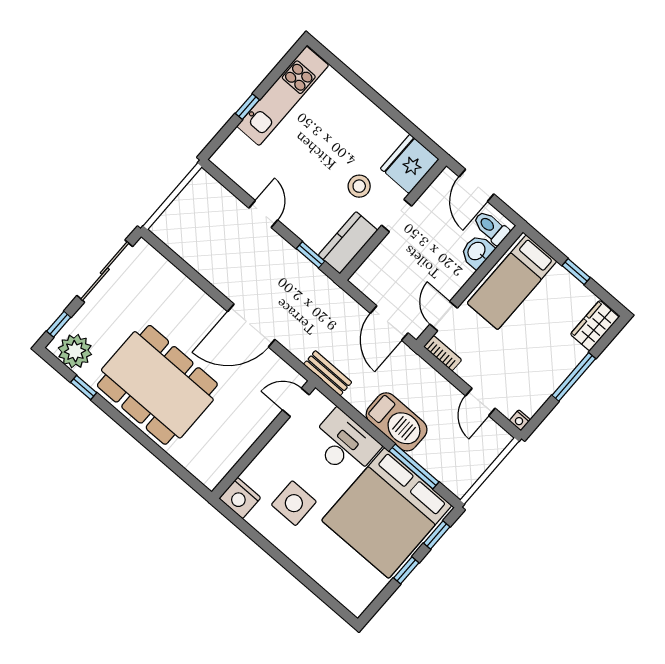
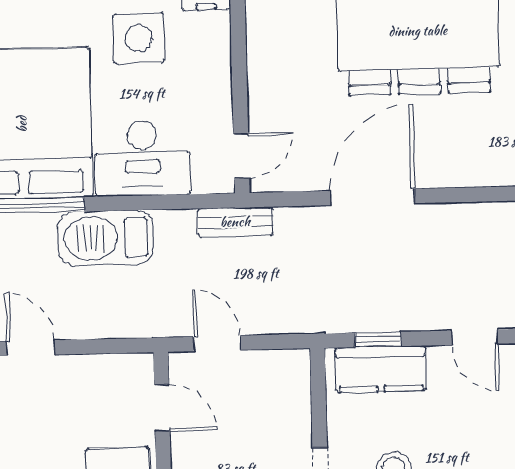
kitchen counter: (348, 243) -> (381, 369), moved, turned 90
door: (389, 323) -> (217, 343), width x0.73
bookcase: (443, 353) -> (124, 365), removed

